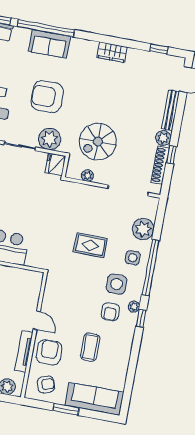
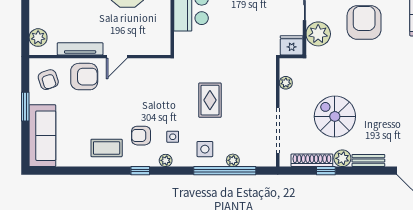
bench: (170, 110) -> (368, 160), width x0.73
spiral stairs: (98, 142) -> (335, 116), moved
plant: (143, 229) -> (233, 160), width x0.53, depth x0.53
window: (151, 268) -> (225, 171), moved
side table: (117, 284) -> (173, 137), width x0.54, depth x0.54
plant: (134, 307) -> (166, 160), moved
coffee table: (90, 347) -> (107, 148), moved

